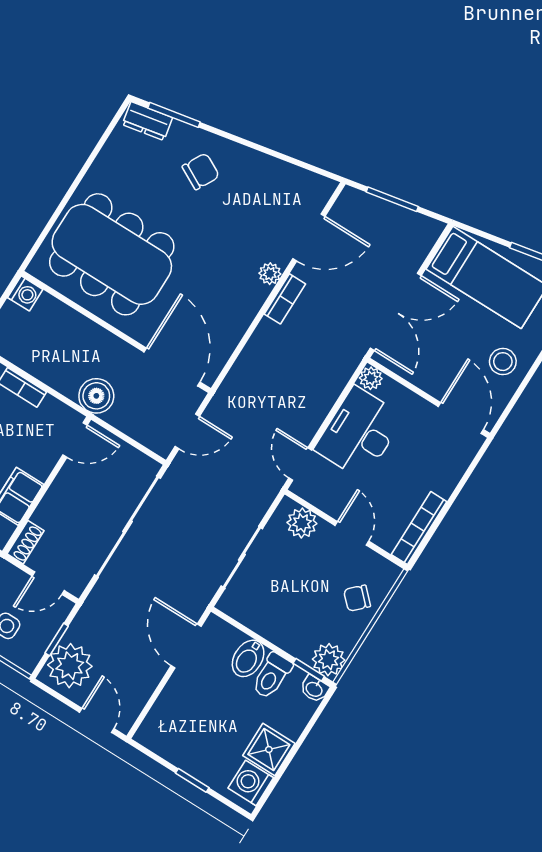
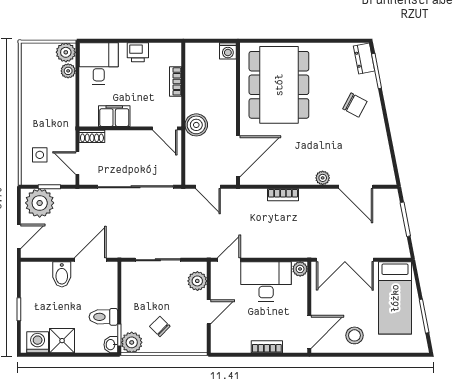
bookcase: (285, 299) -> (283, 195), moved
bookcase: (419, 528) -> (267, 347), moved, width x0.64
chair: (357, 598) -> (160, 326), moved
bidet: (248, 658) -> (62, 274), moved, turned -90

